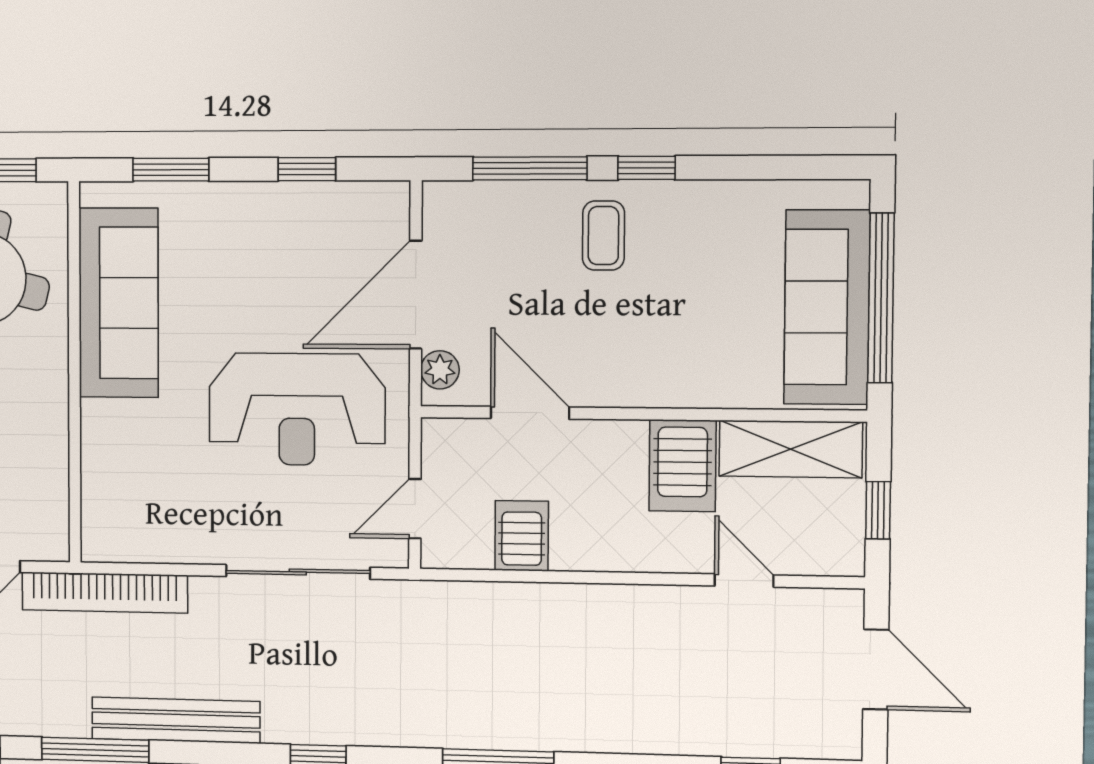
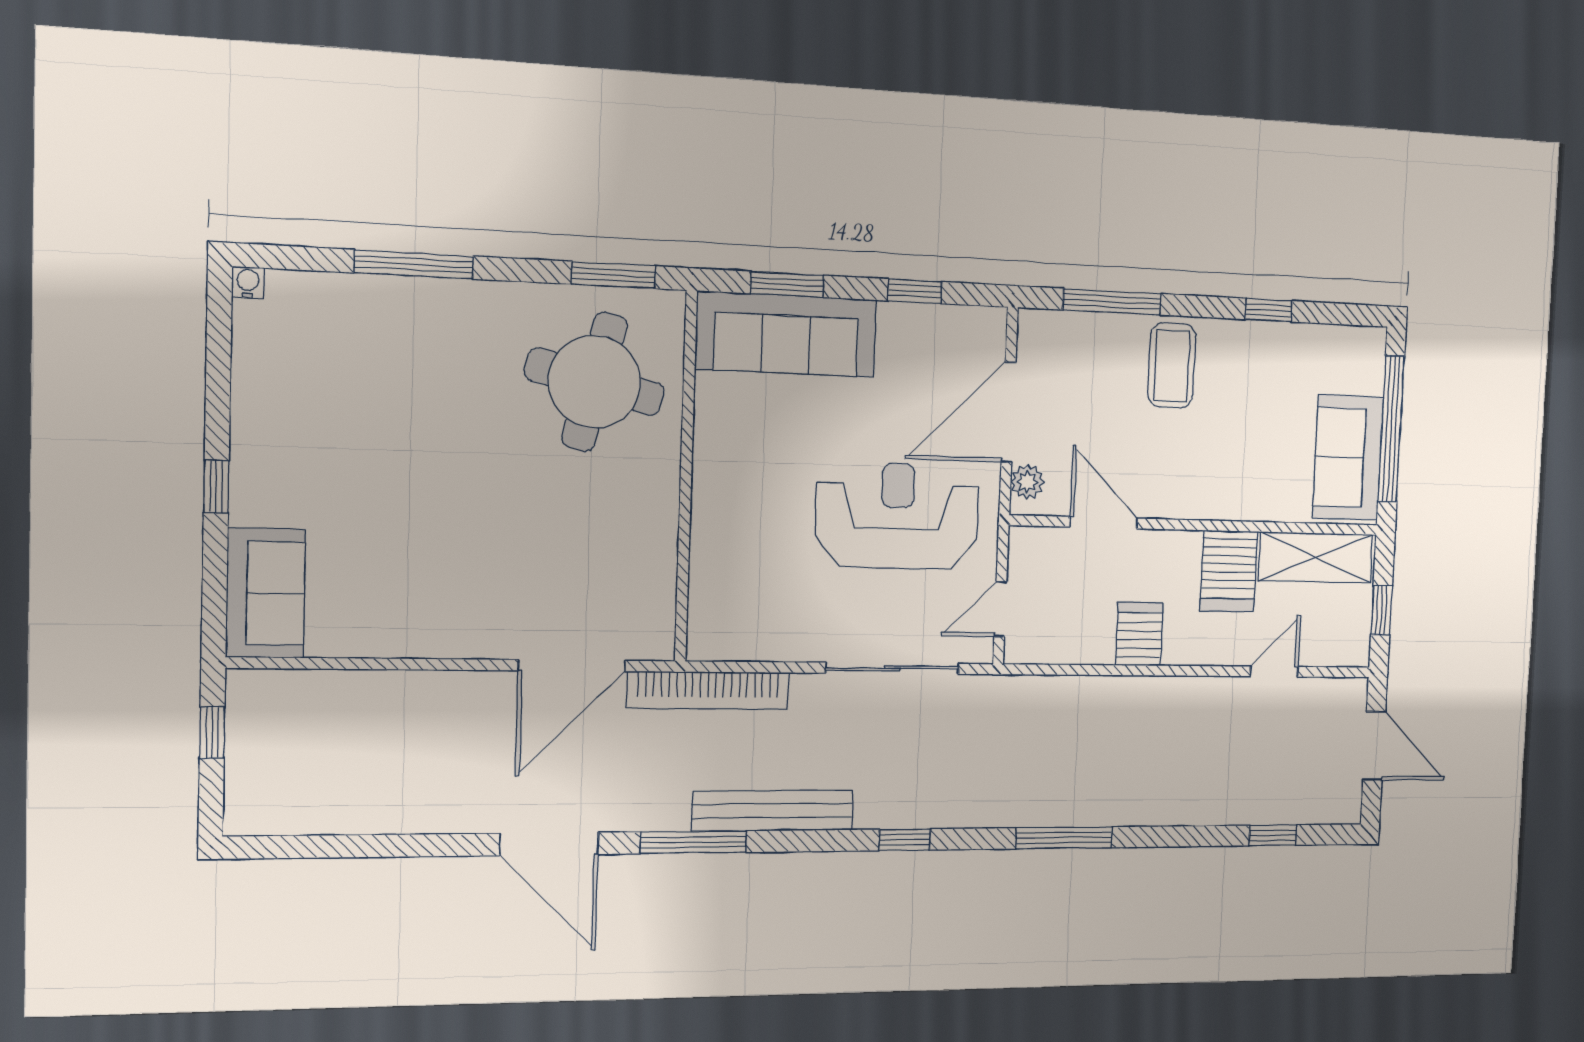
window: (646, 168) -> (1269, 310), moved
coffee table: (603, 236) -> (1172, 365), width x1.36, depth x1.30
sofa: (119, 303) -> (786, 334), moved, turned 90
sofa: (827, 307) -> (1348, 458), width x0.73
reception desk: (297, 409) -> (897, 516), turned 180
server rack: (522, 536) -> (1139, 634), moved
door: (744, 581) -> (1274, 672), hinge flipped

